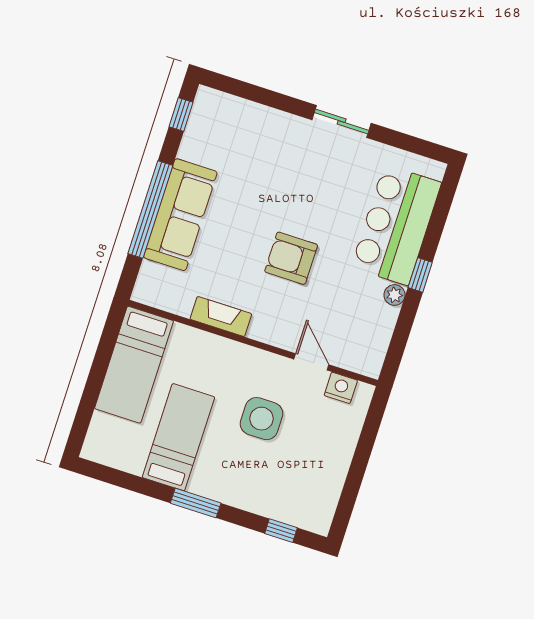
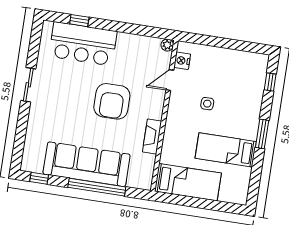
sofa: (180, 215) -> (87, 164), width x1.36, depth x1.27
armchair: (291, 258) -> (112, 101), width x1.36, depth x1.36
window: (420, 275) -> (79, 21), moved
plant: (394, 295) -> (167, 45), moved
side table: (261, 419) -> (207, 104), width x0.54, depth x0.54

